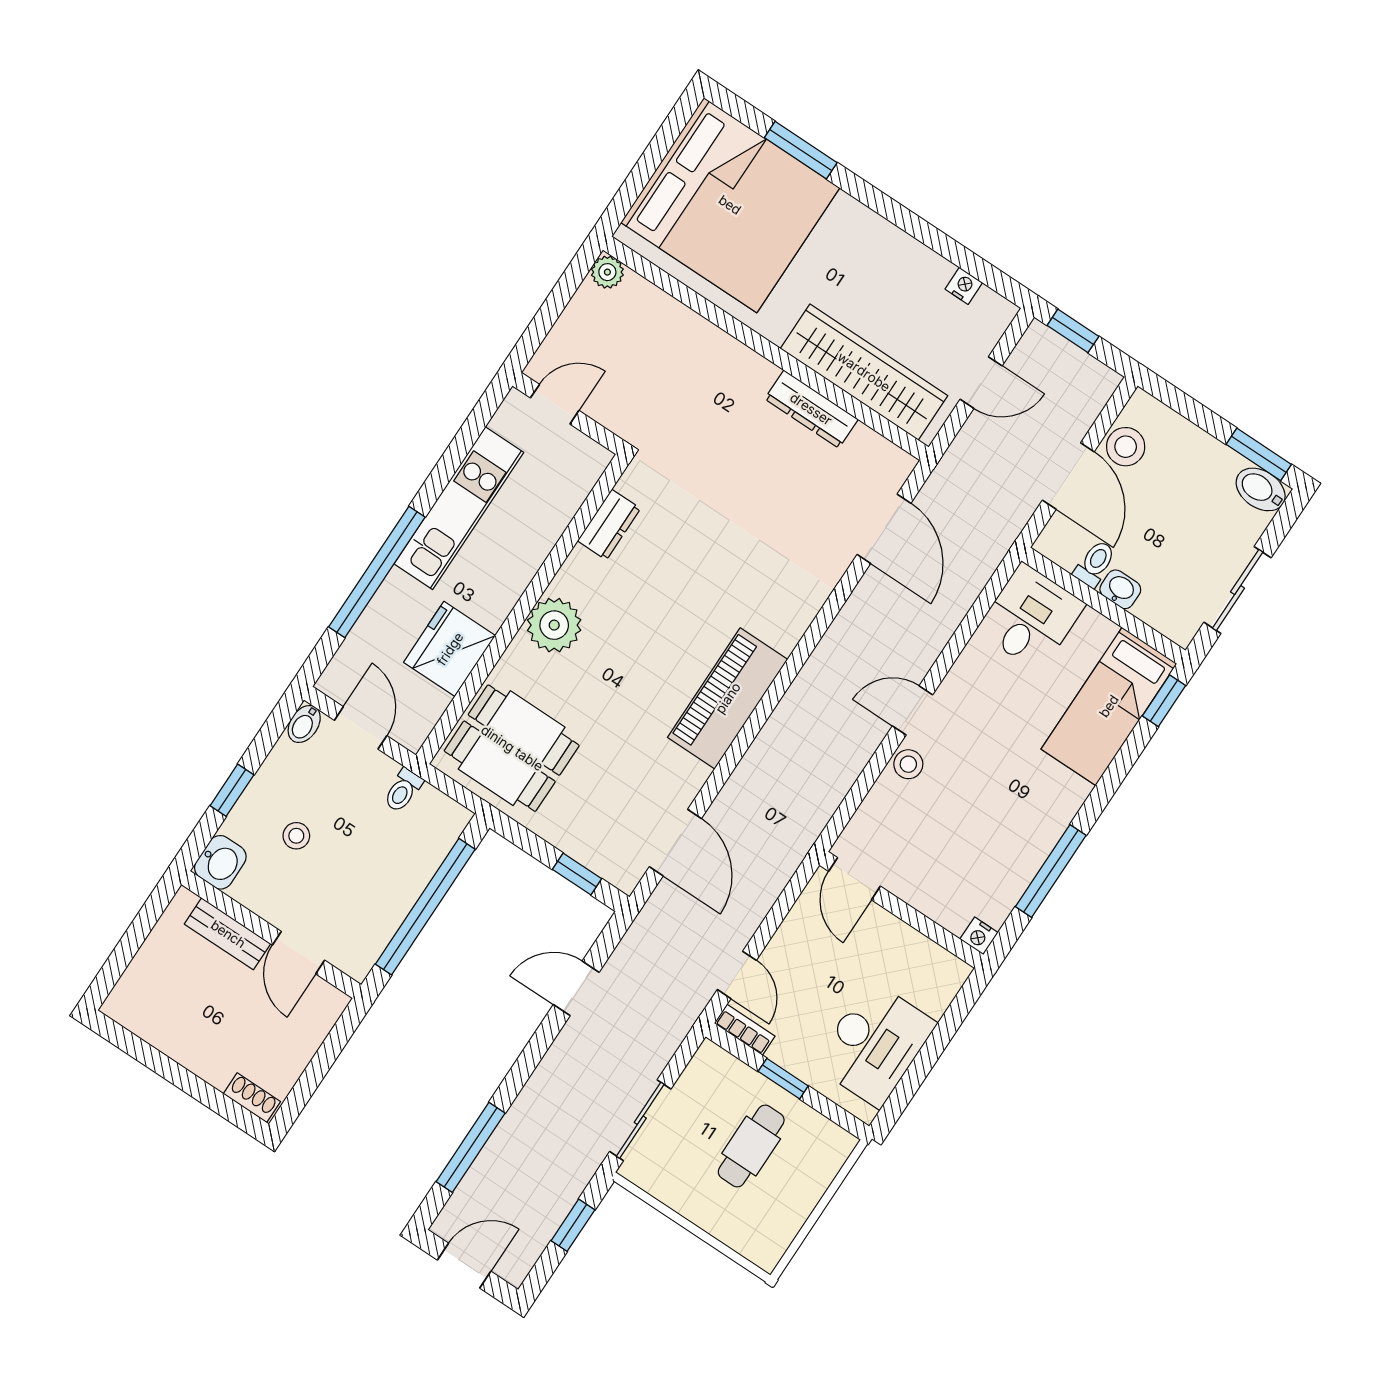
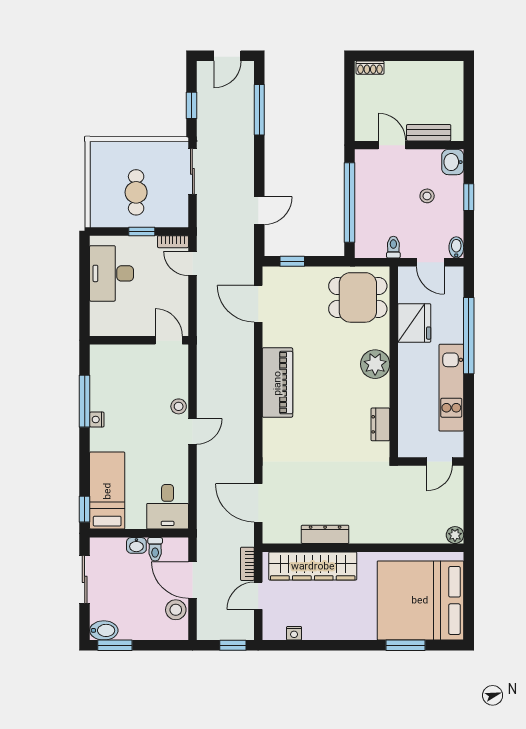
bookcase: (965, 444) -> (247, 564), added
nightstand: (979, 936) -> (97, 419), moved, turned -90

